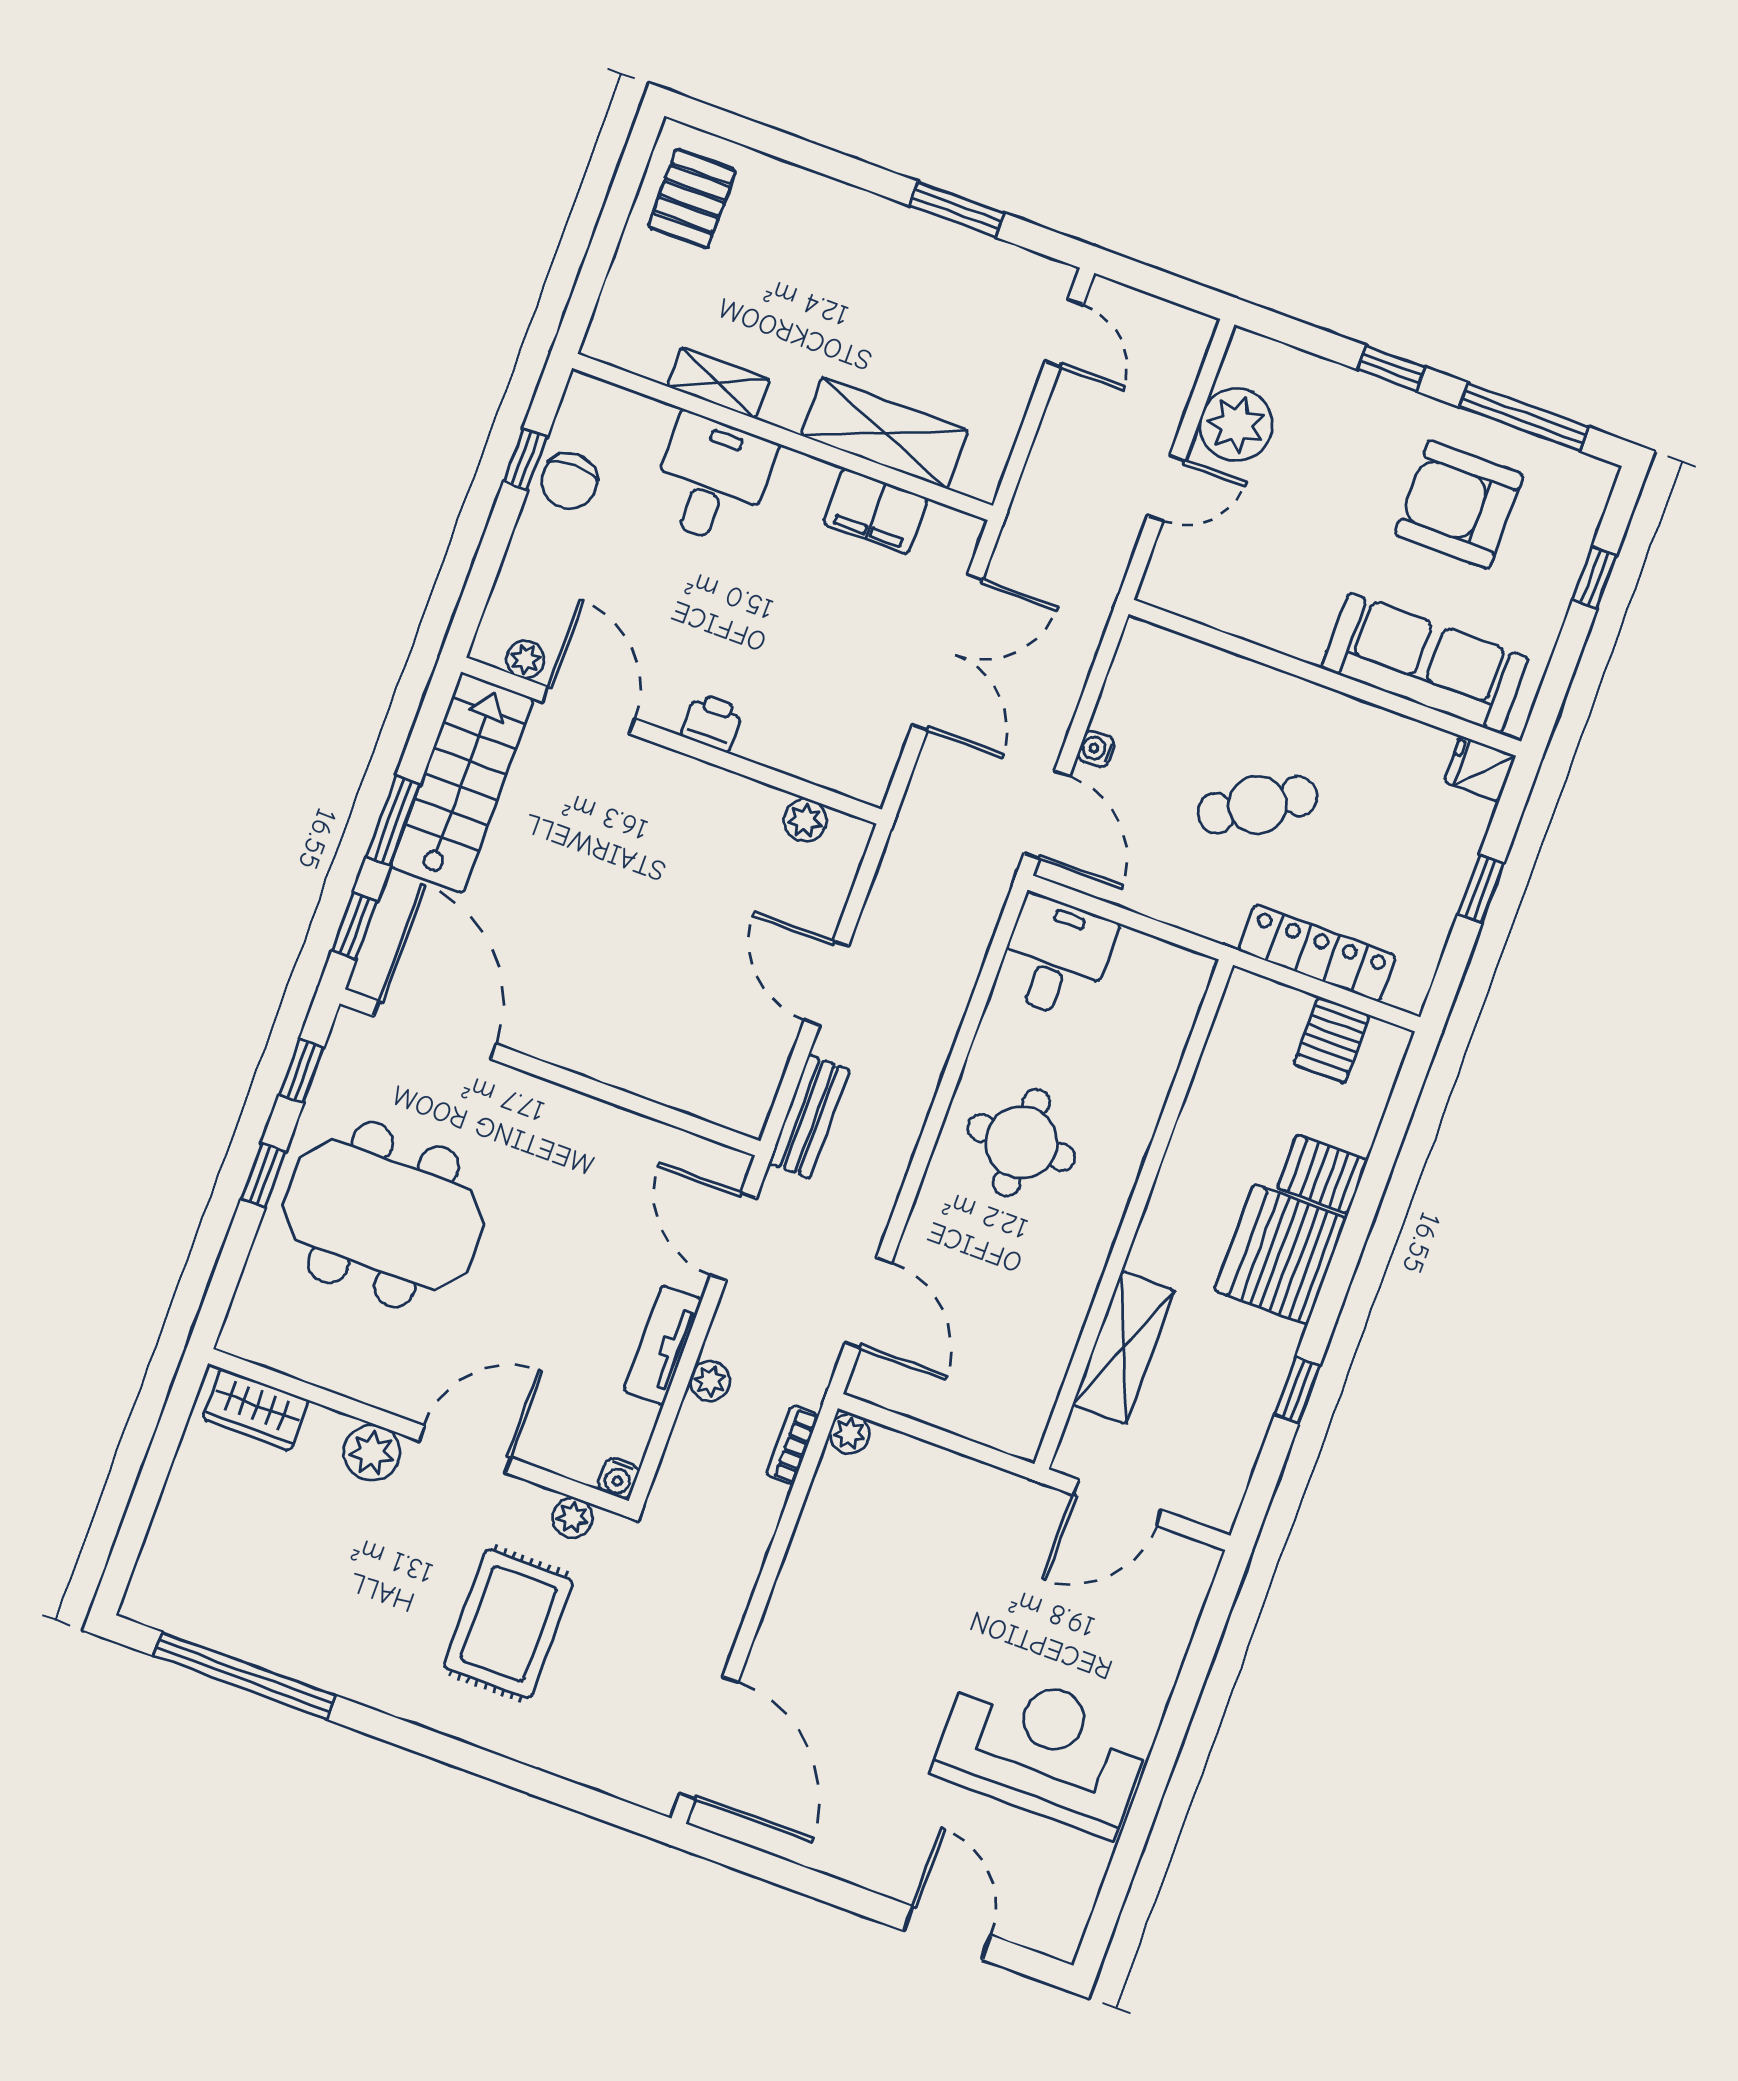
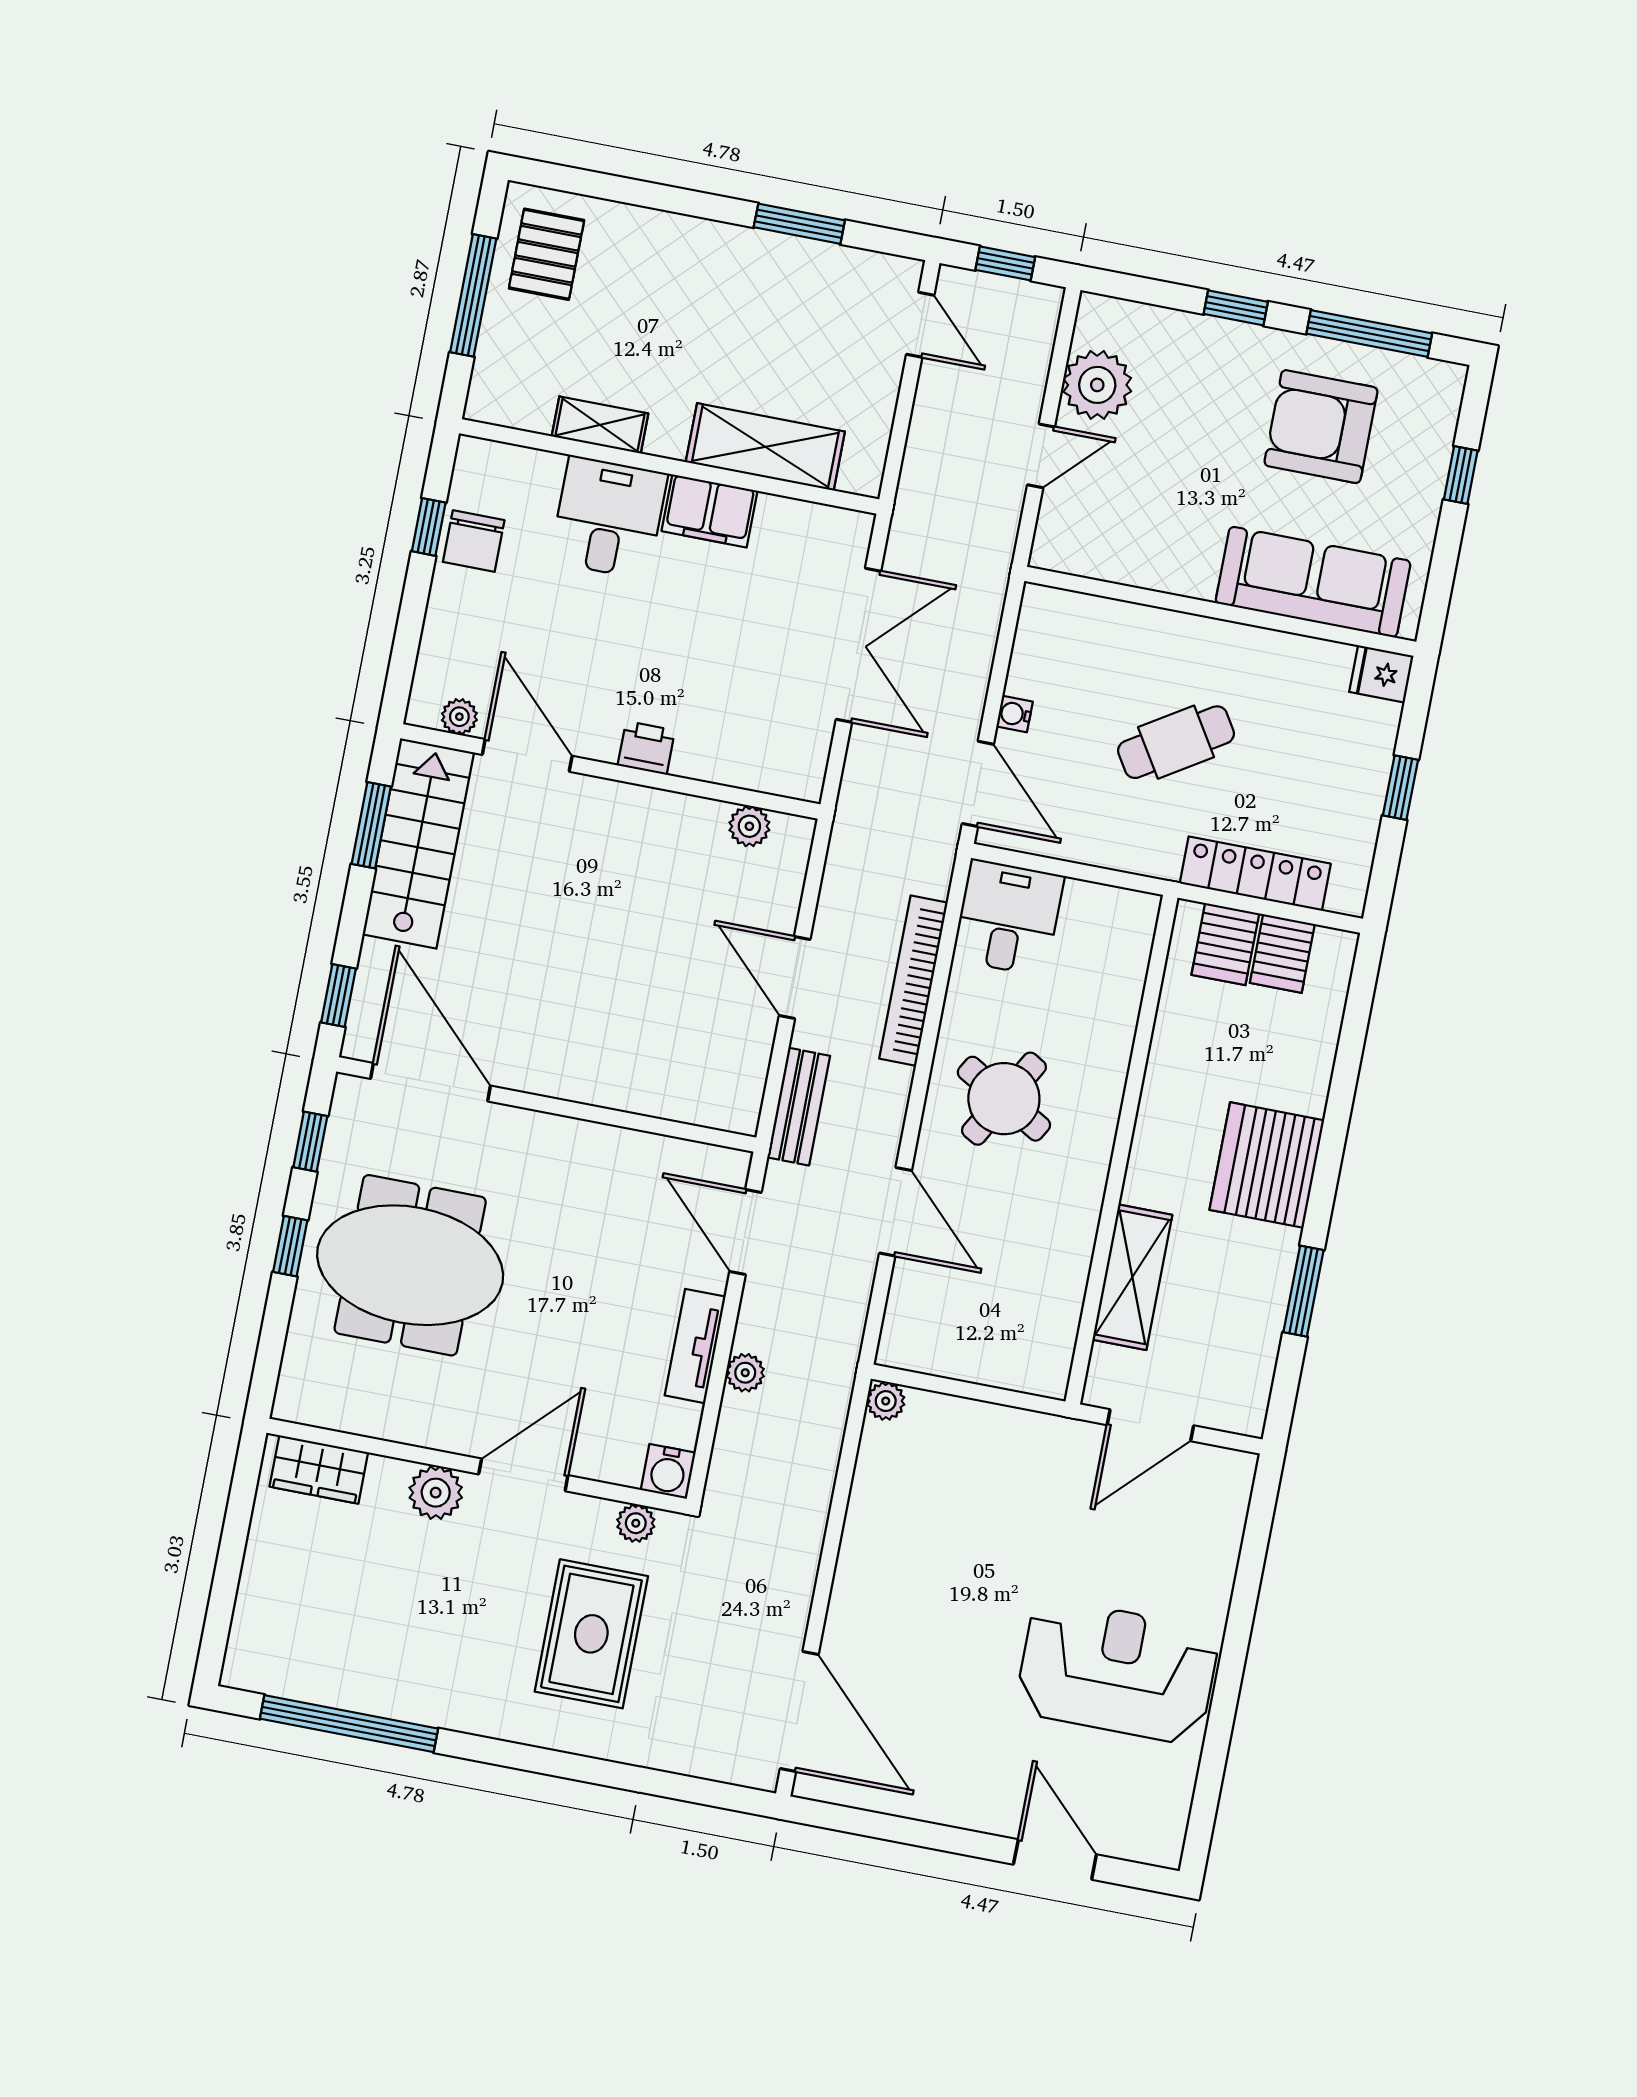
window: (610, 229) -> (473, 295), added
window: (1162, 284) -> (1005, 263), added
filing cabinet: (876, 511) -> (710, 511), moved
window: (393, 821) -> (371, 825), moved
round table: (1021, 1142) -> (1004, 1099), turned 30
server rack: (1322, 1174) -> (1225, 944), moved, turned -90
door: (868, 1303) -> (895, 1212), moved
window: (1297, 1390) -> (1304, 1291), width x1.50
bookcase: (792, 1445) -> (913, 981), moved, width x2.31, depth x1.31
water cooler: (618, 1478) -> (668, 1471), width x1.38, depth x1.38

